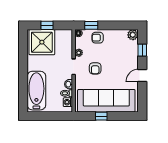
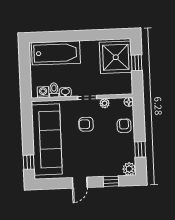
window: (91, 25) -> (140, 149), moved
door: (142, 75) -> (80, 183), swing flipped
window: (101, 116) -> (29, 162), moved

